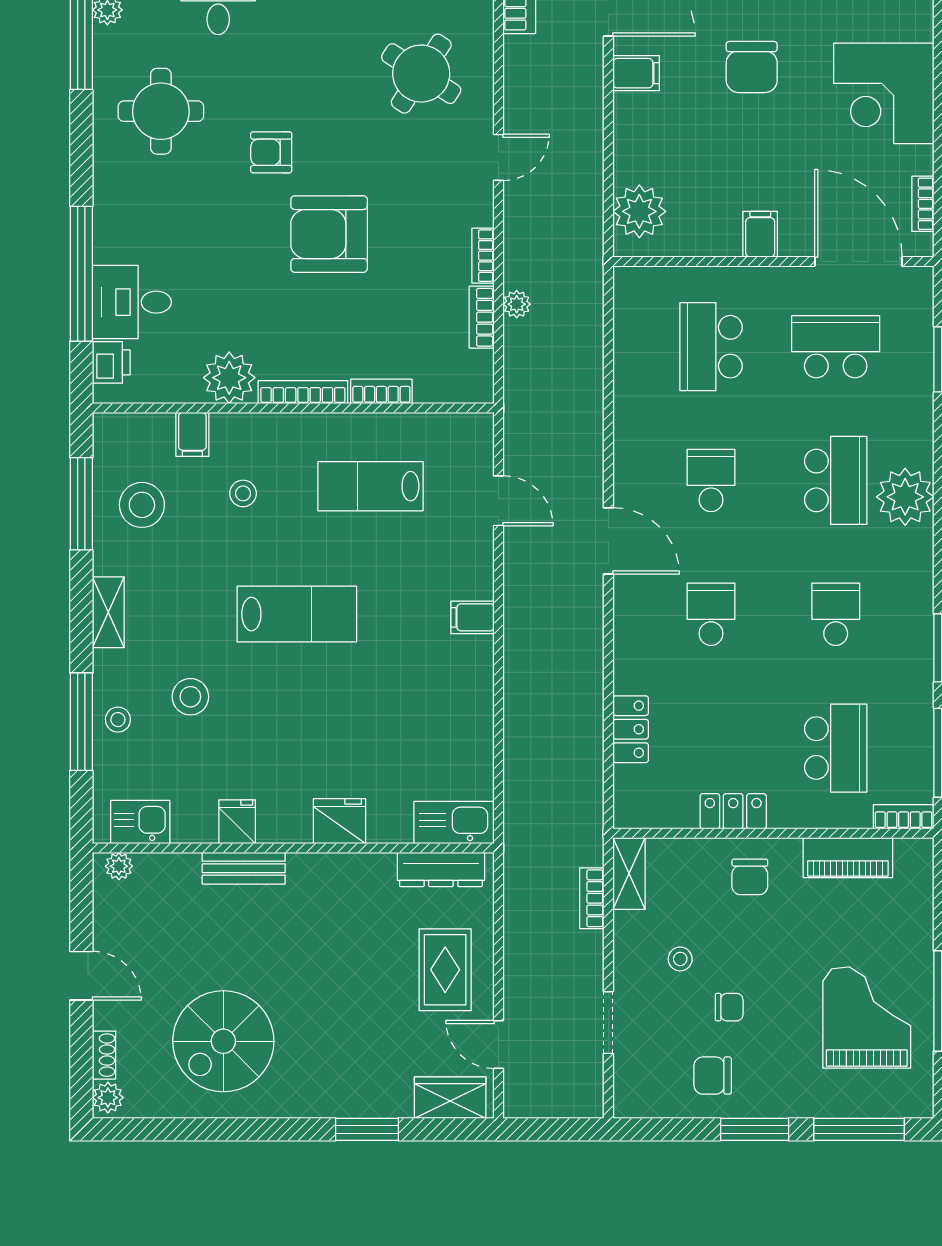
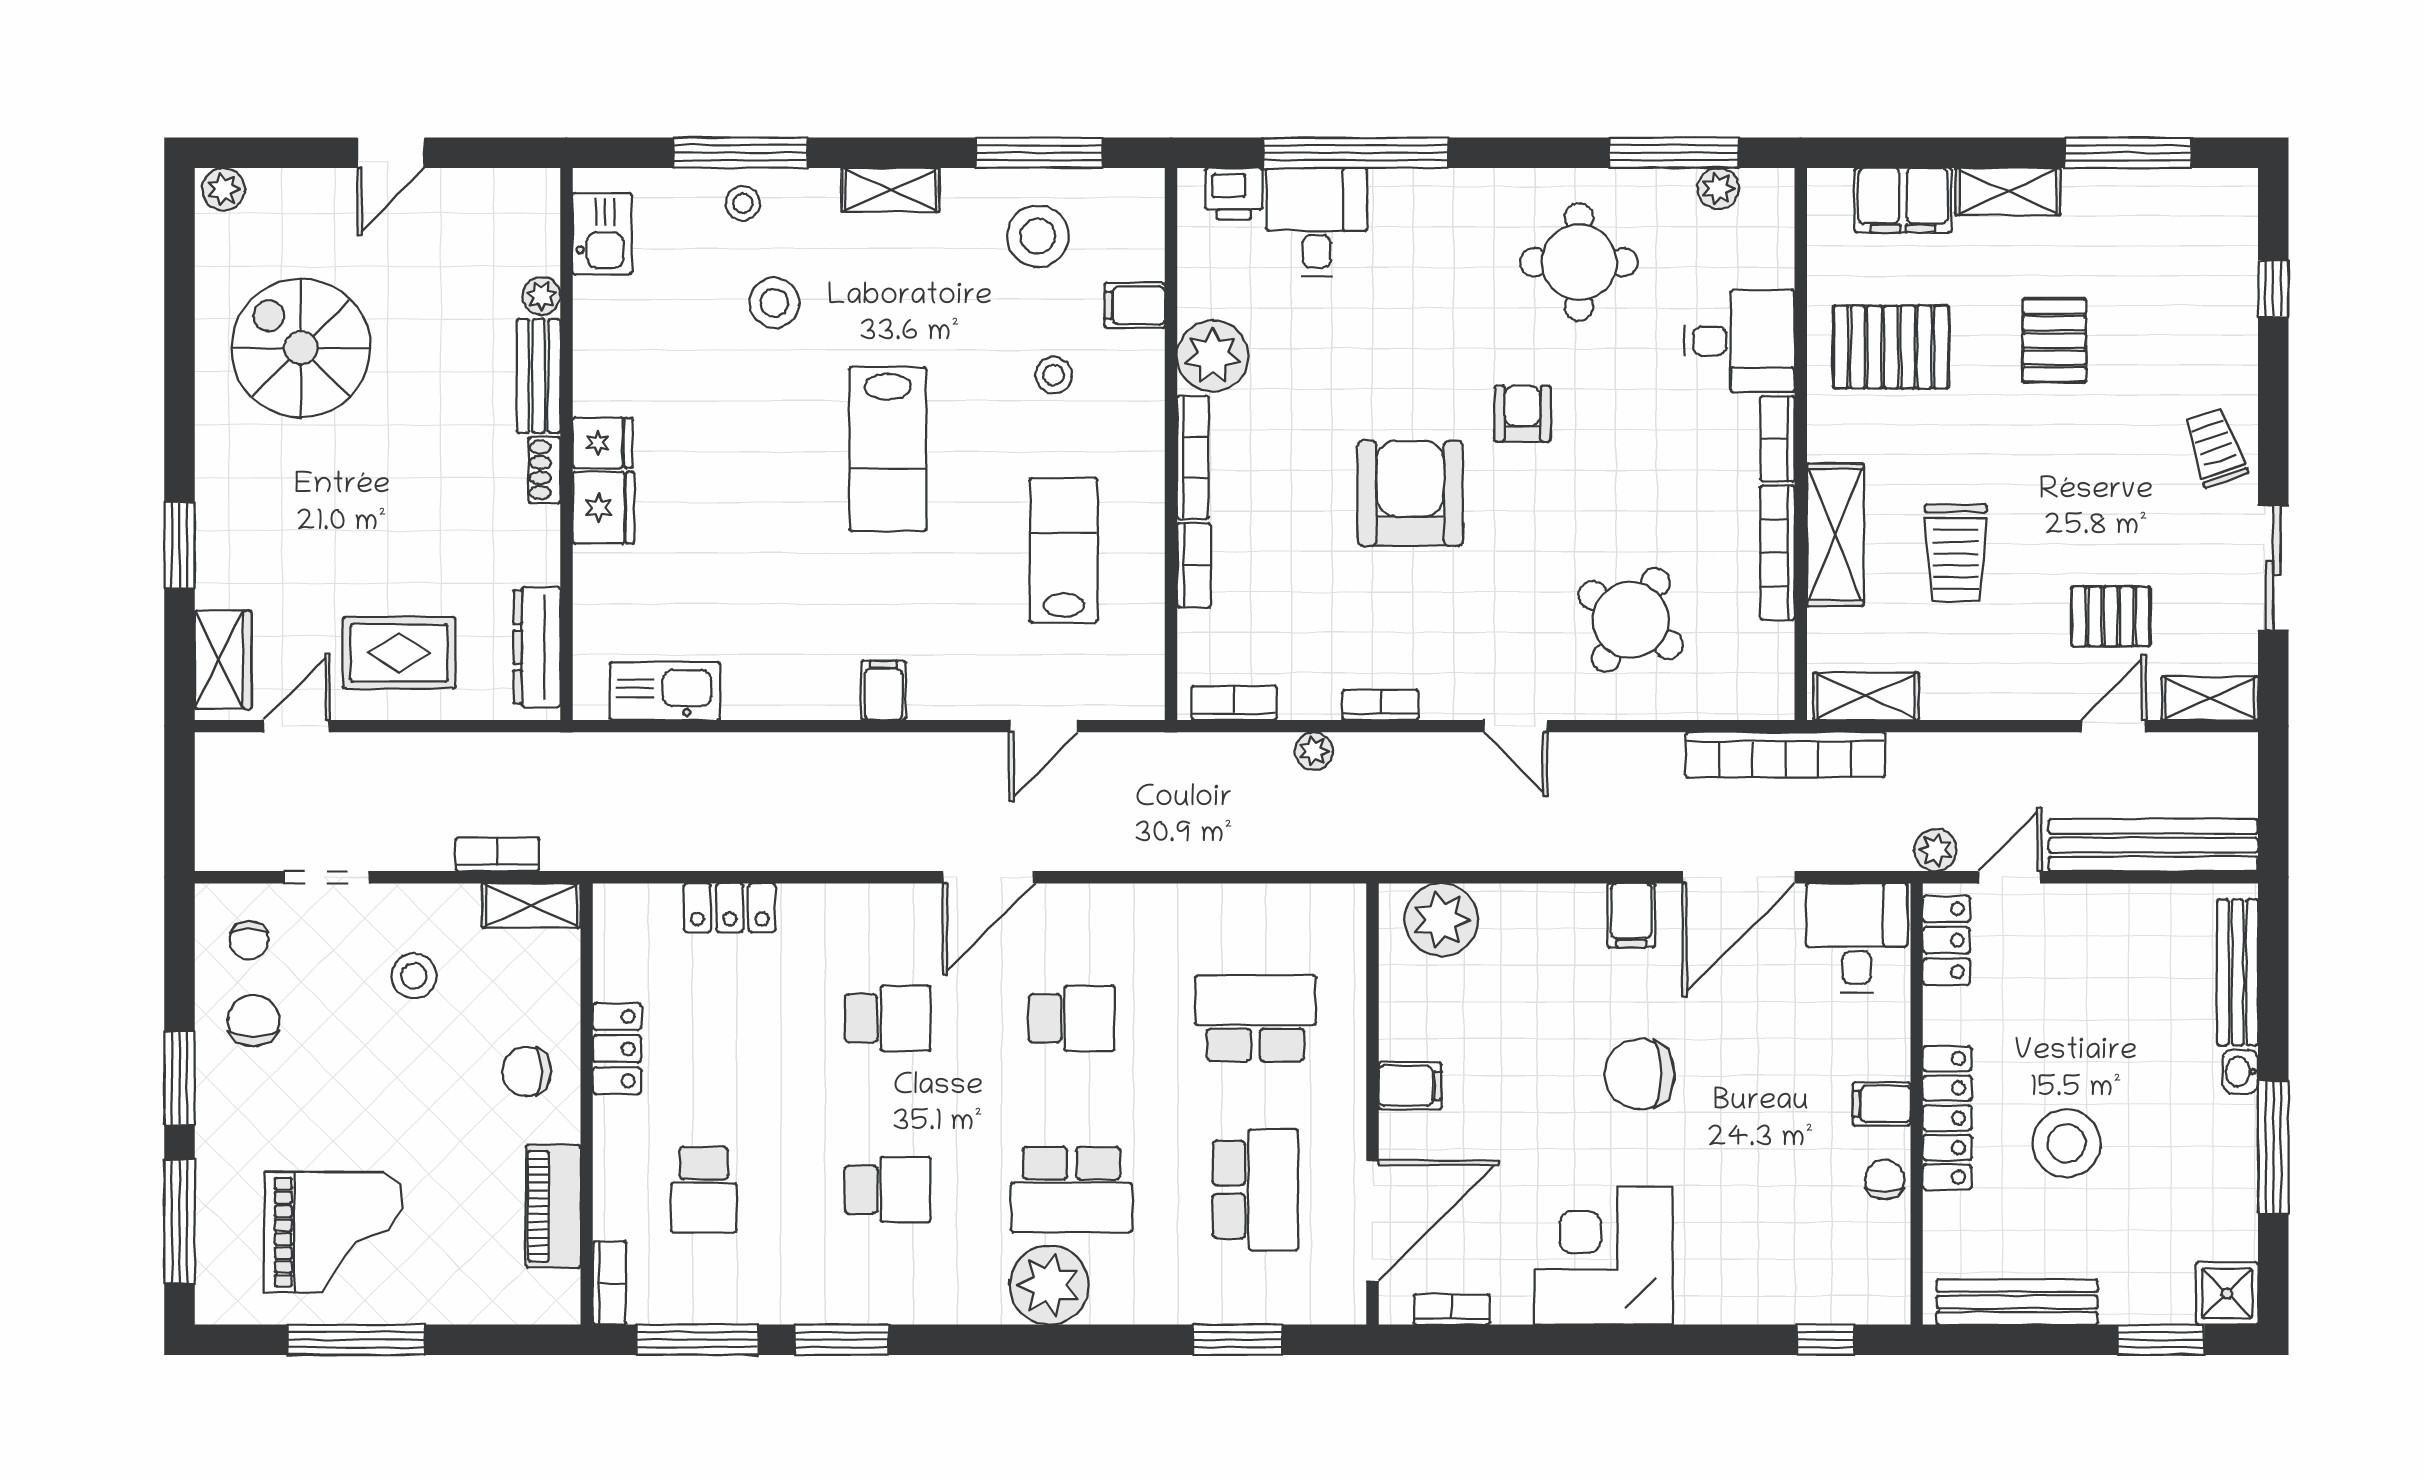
bookcase: (482, 317) -> (1234, 703), moved
school desk: (836, 748) -> (704, 1190), width x0.54
fridge: (237, 822) -> (603, 443), moved
kitchen sink: (454, 822) -> (665, 691), moved, turned -90
plant: (119, 866) -> (541, 296), moved
stool: (680, 959) -> (414, 976), width x1.37, depth x1.37
chair: (729, 1007) -> (249, 941), moved
shoe rack: (104, 1055) -> (544, 470), moved, turned 90

